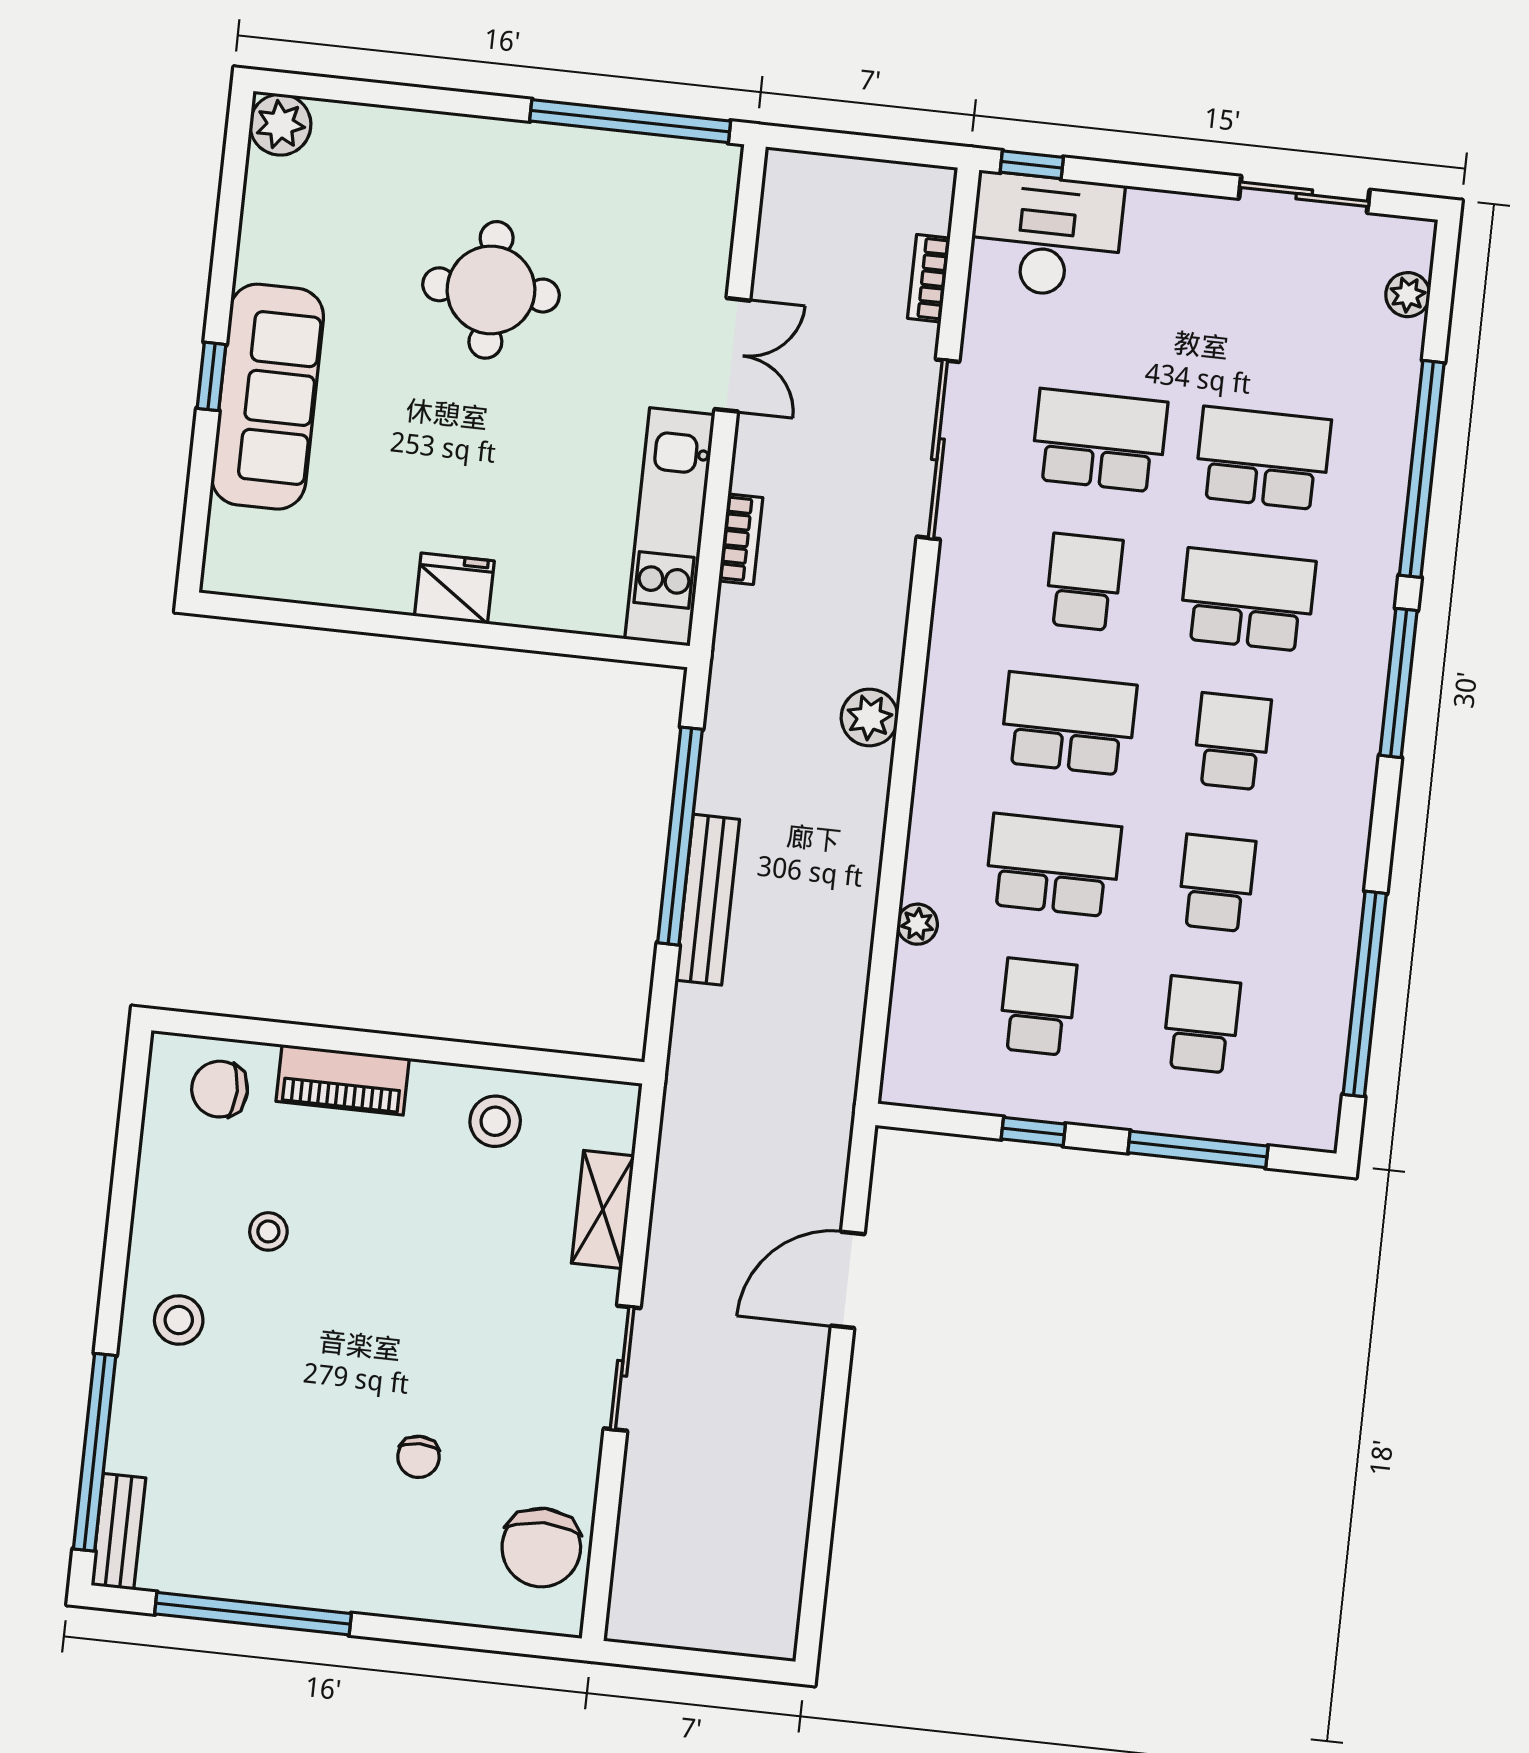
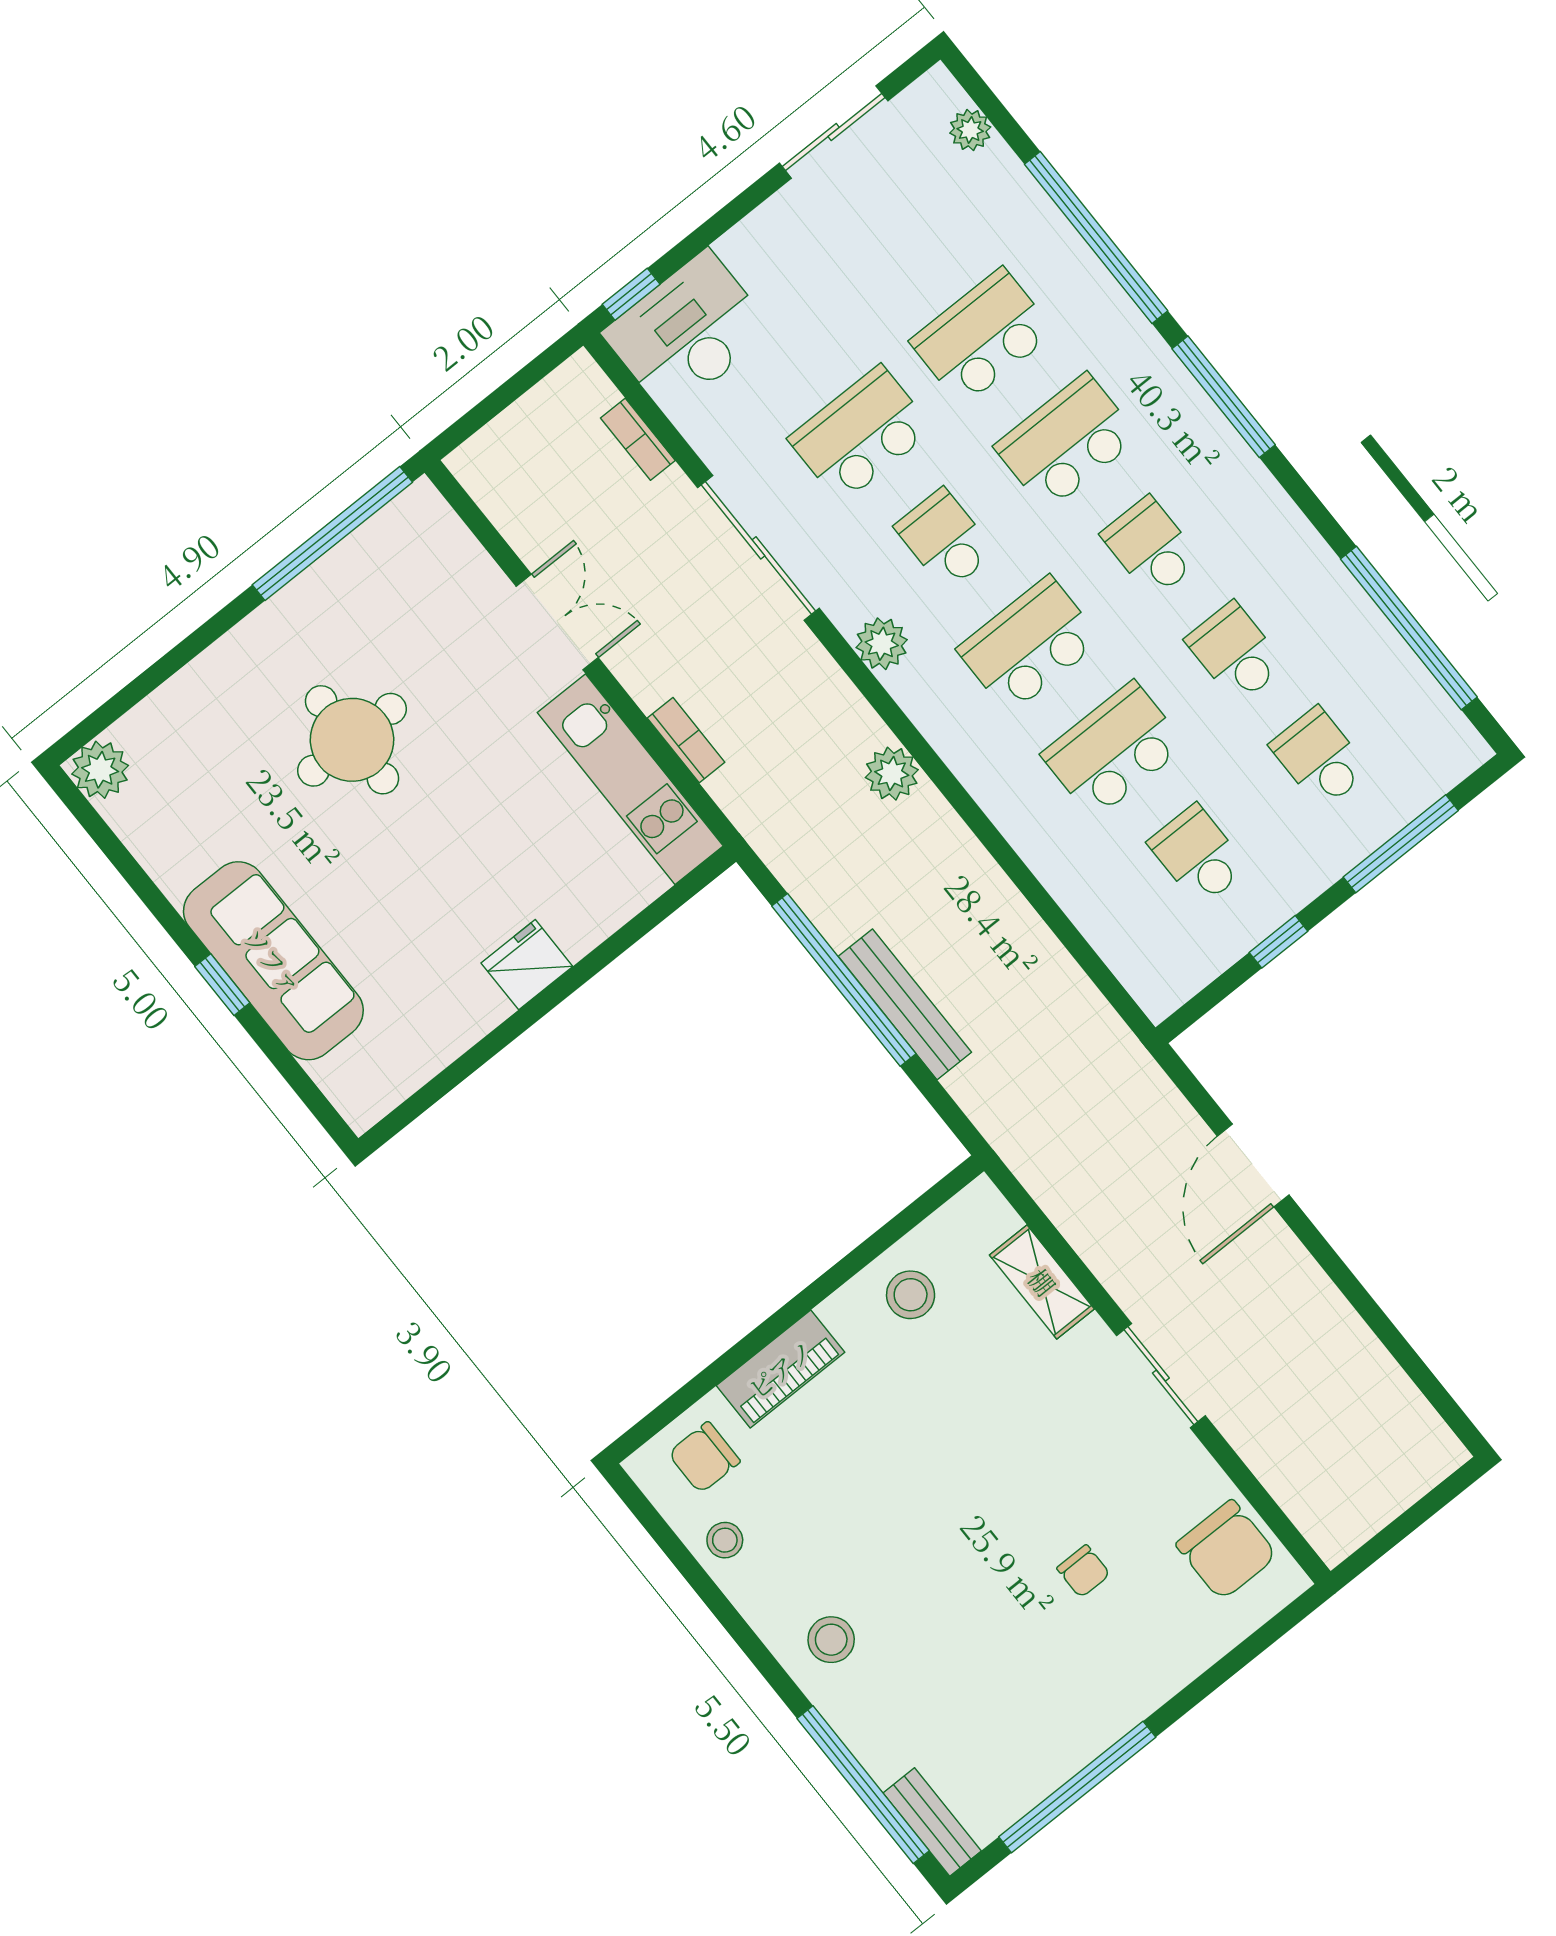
plant: (917, 924) -> (882, 644), moved, width x1.38, depth x1.38
stool: (268, 1231) -> (725, 1540), moved

